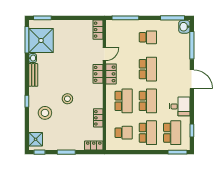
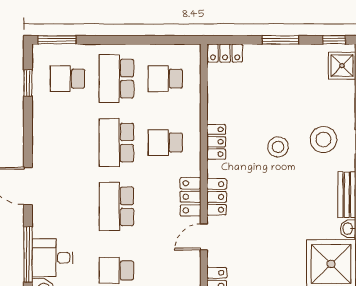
school desk: (124, 101) -> (165, 143), width x0.54
desk: (180, 106) -> (53, 258), moved
stool: (45, 113) -> (323, 140), moved
locker: (98, 118) -> (216, 142), moved
school desk: (172, 133) -> (67, 79), width x0.54

